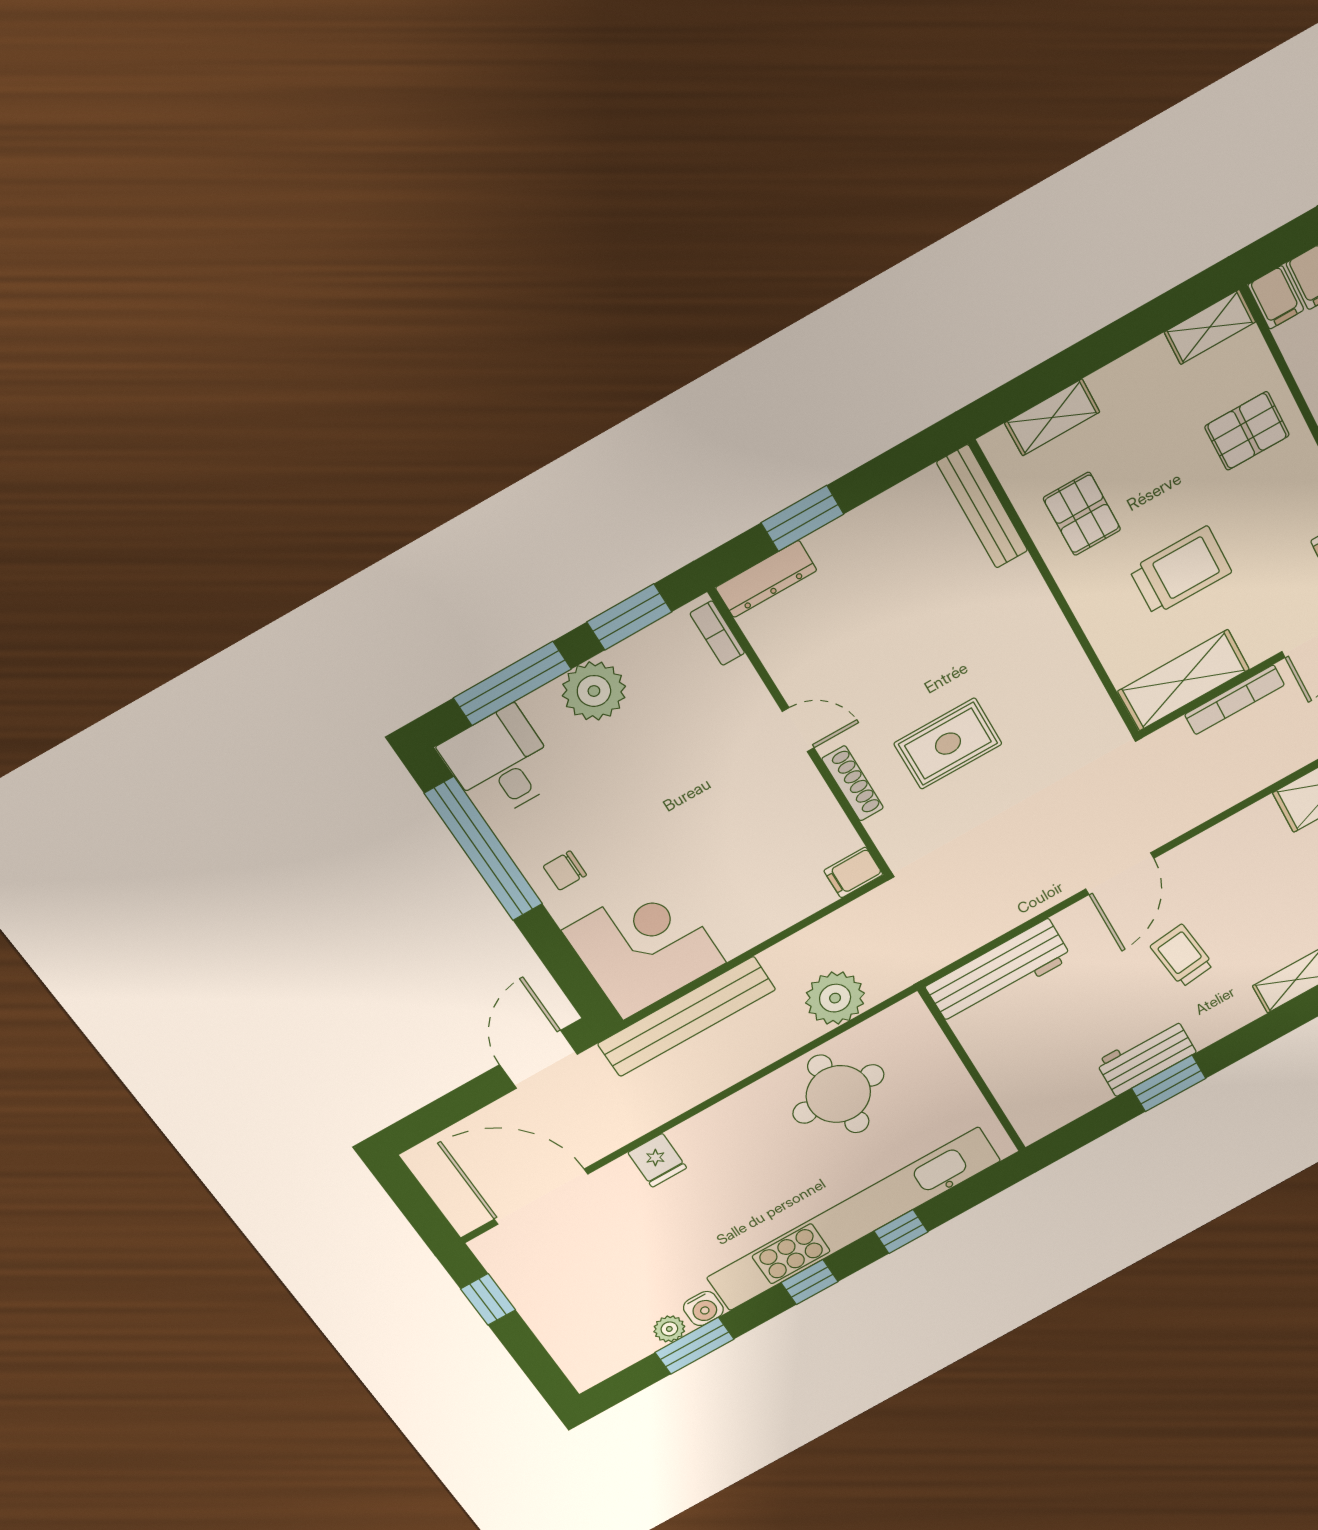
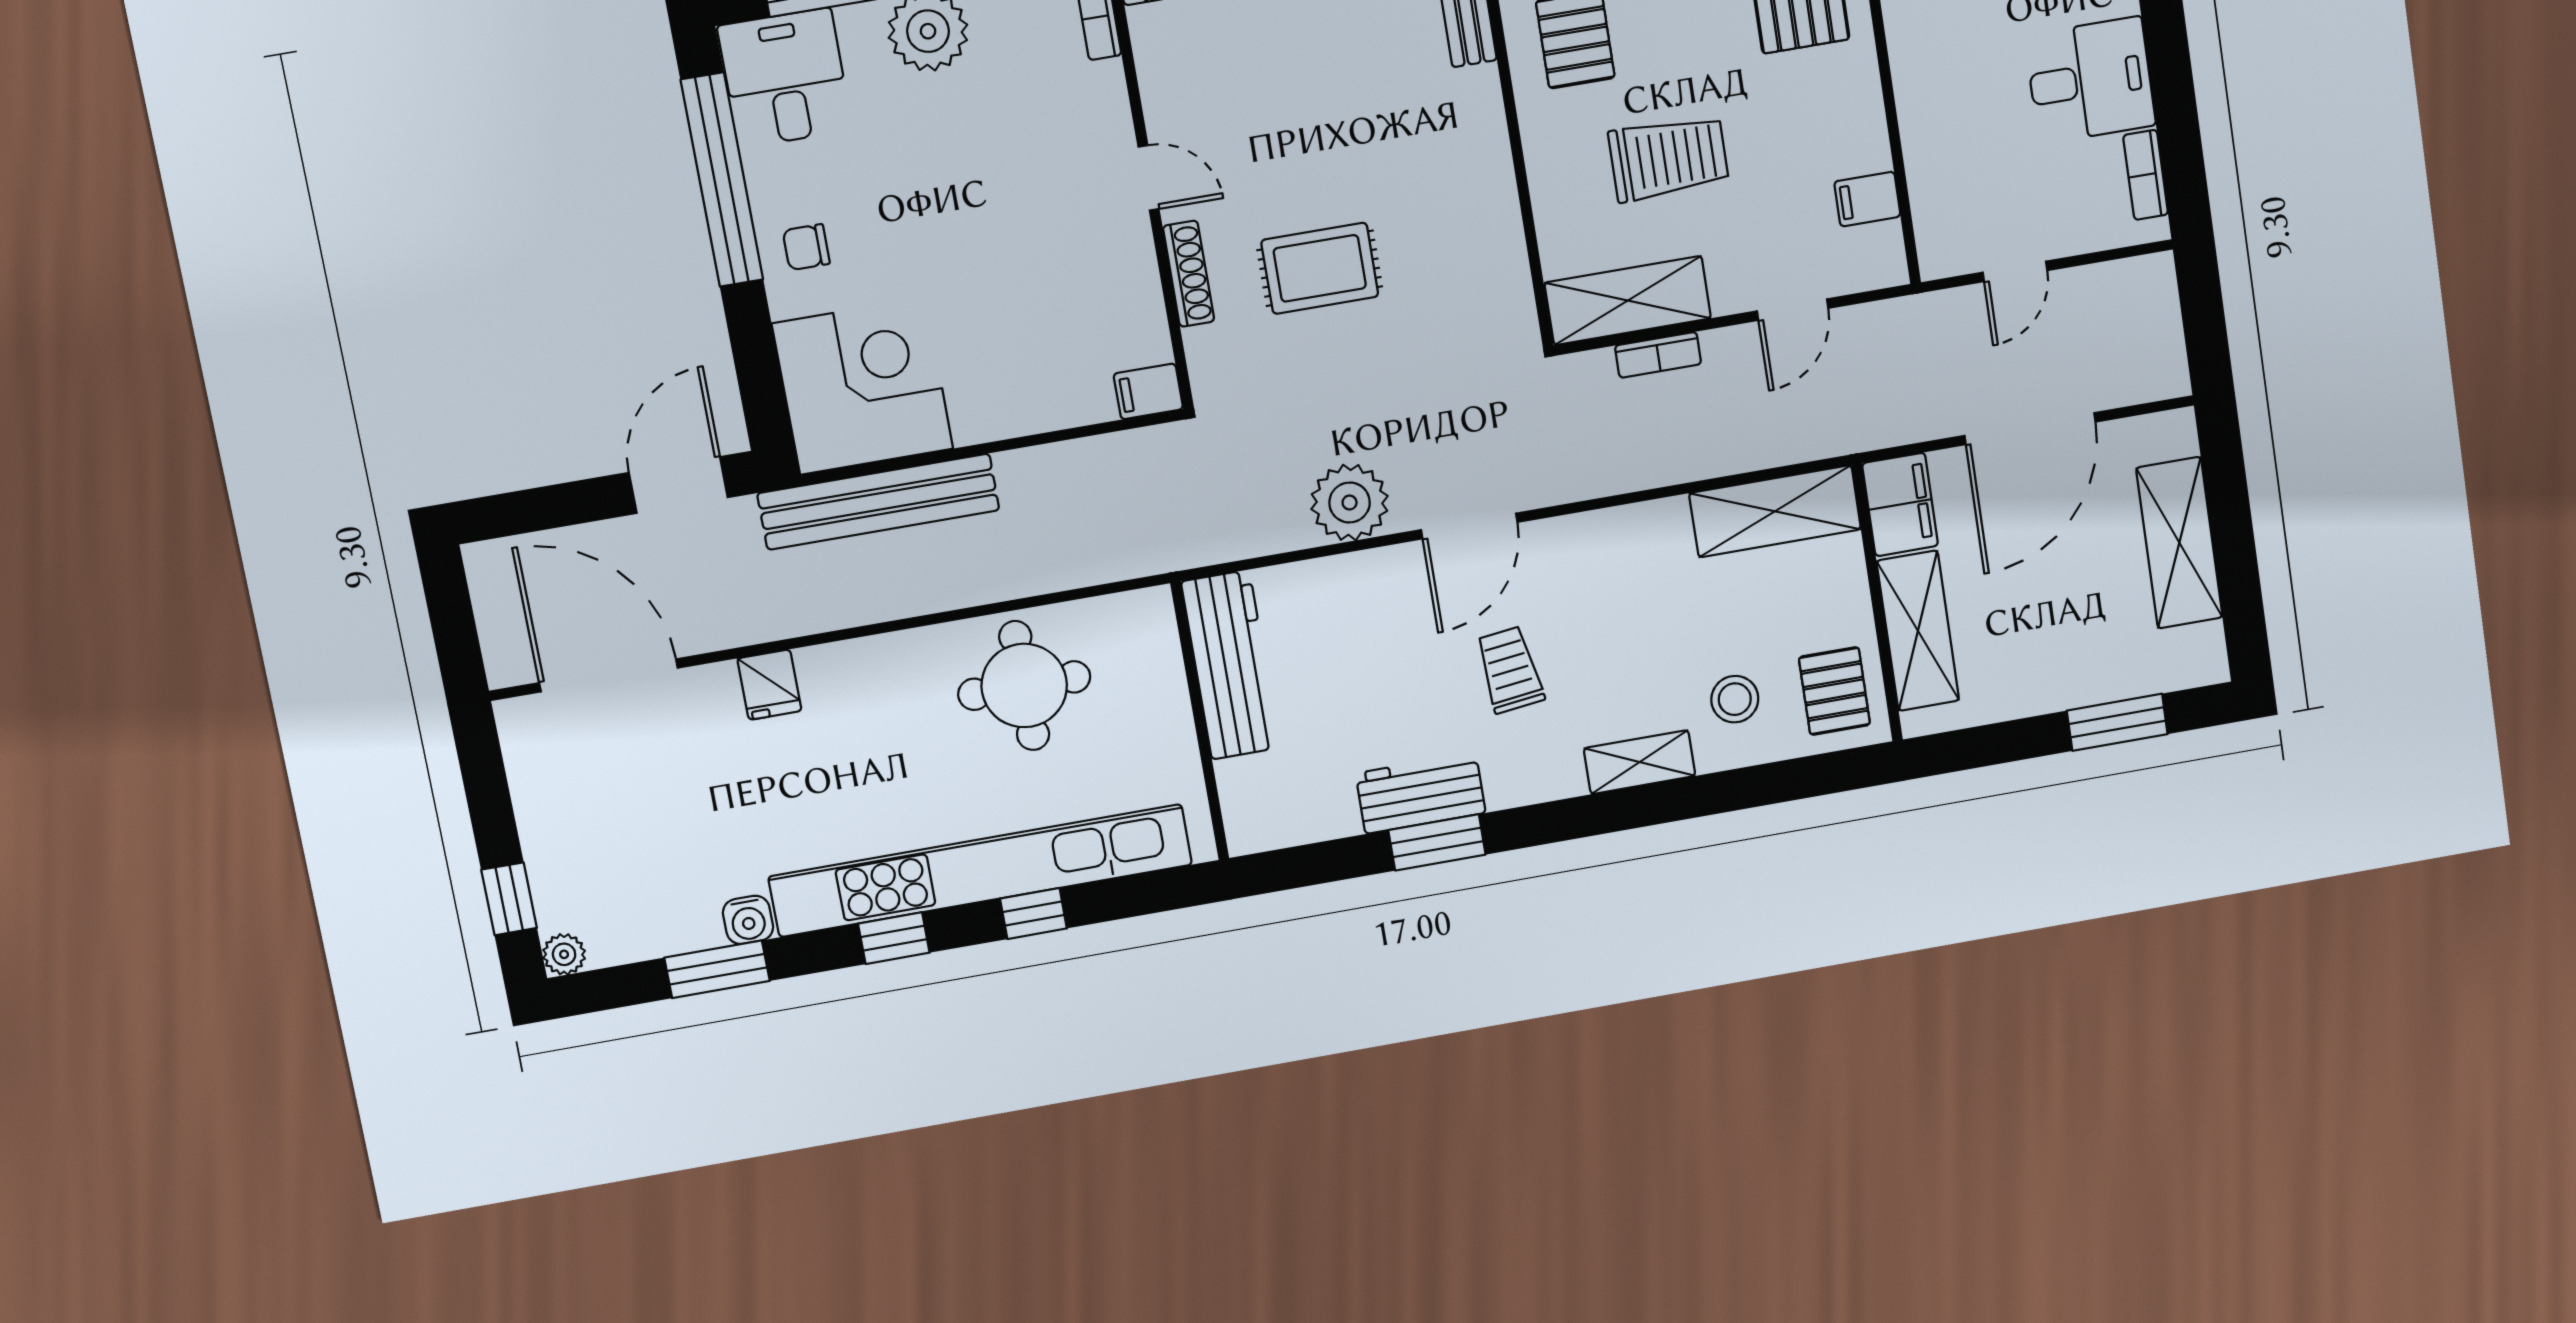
bookcase: (1235, 700) -> (1658, 355), width x0.64
workbench: (999, 972) -> (1231, 665), moved, turned -90
plant: (835, 998) -> (1350, 503), moved
window: (488, 1299) -> (509, 899), moved
plant: (669, 1329) -> (564, 954), moved

